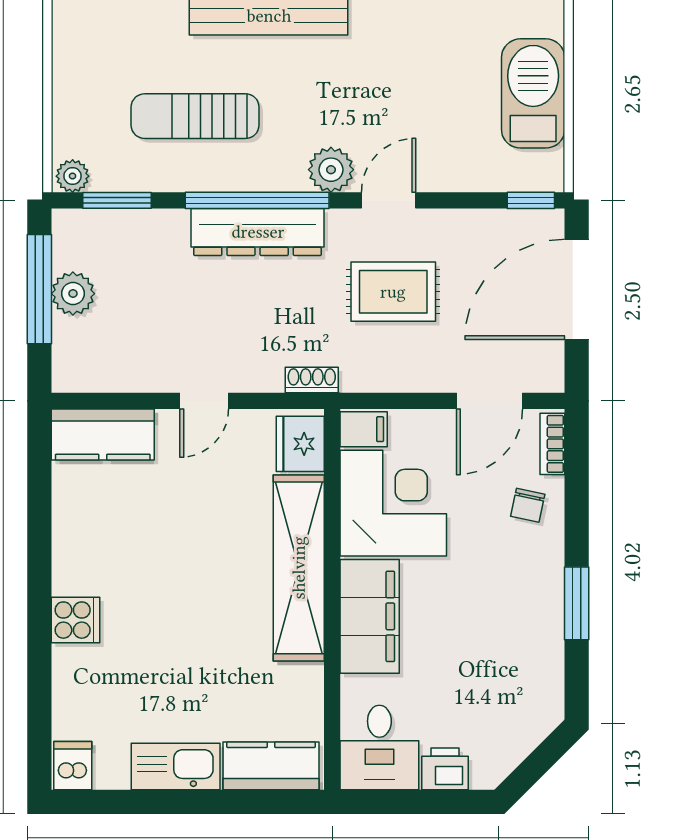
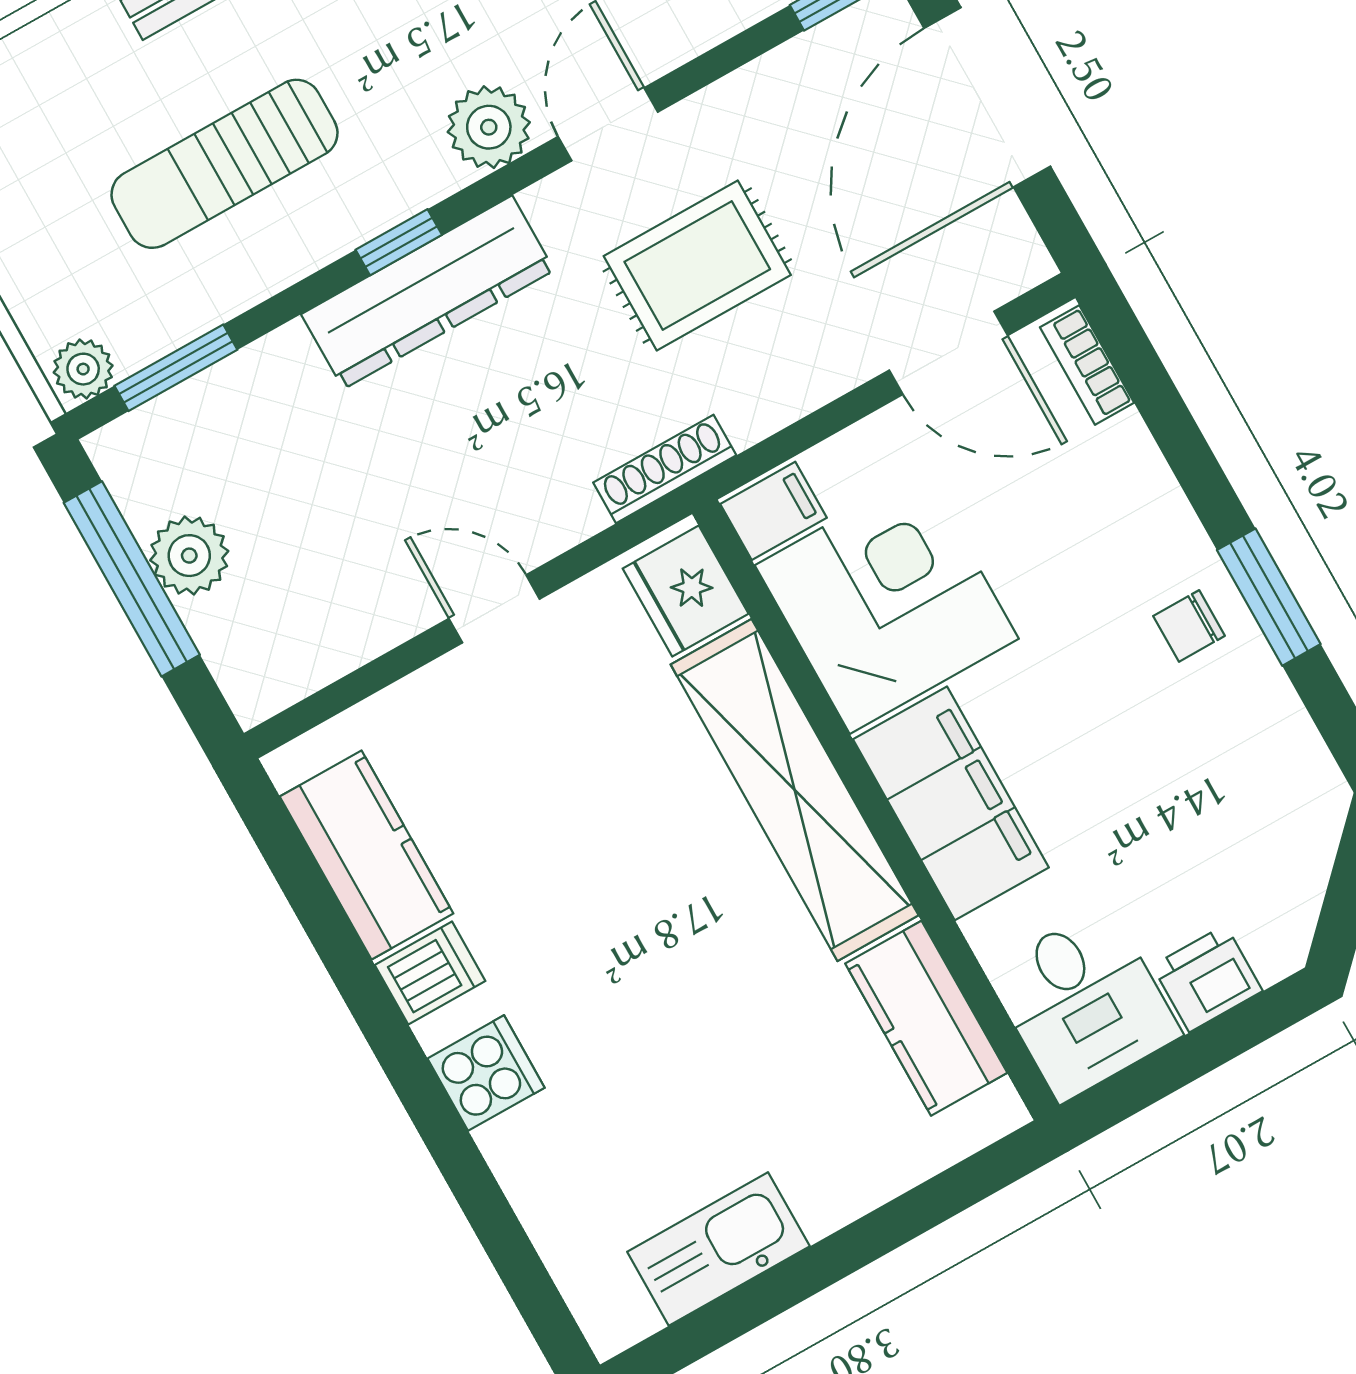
window: (257, 200) -> (399, 242), width x0.32
shoe rack: (312, 380) -> (665, 469), width x1.43
door: (204, 401) -> (494, 609), swing flipped
door: (490, 401) -> (948, 353), hinge flipped
kitchen counter: (103, 435) -> (367, 855), moved, turned -90
chair: (528, 505) -> (1189, 626), moved, turned 78
dishwasher: (73, 766) -> (430, 973), moved, turned 90
kitchen sink: (176, 766) -> (718, 1249), moved
kitchen counter: (271, 766) -> (926, 1018), moved, turned -90

